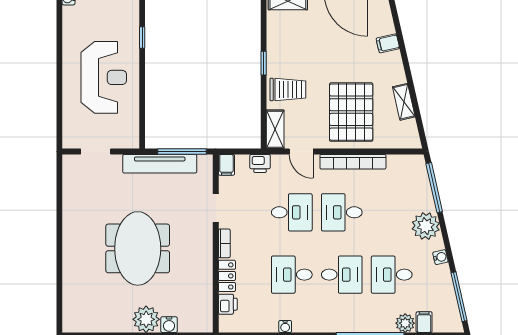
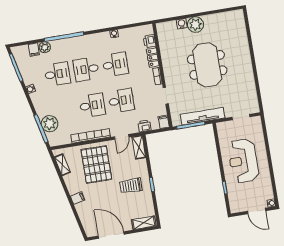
filing cabinet: (388, 43) -> (78, 198), moved
trolley: (288, 89) -> (131, 186), moved
shelving: (404, 102) -> (62, 165), moved
door: (301, 151) -> (122, 137), swing flipped
desk: (292, 212) -> (121, 101), turned 180
plant: (426, 226) -> (50, 124), moved

